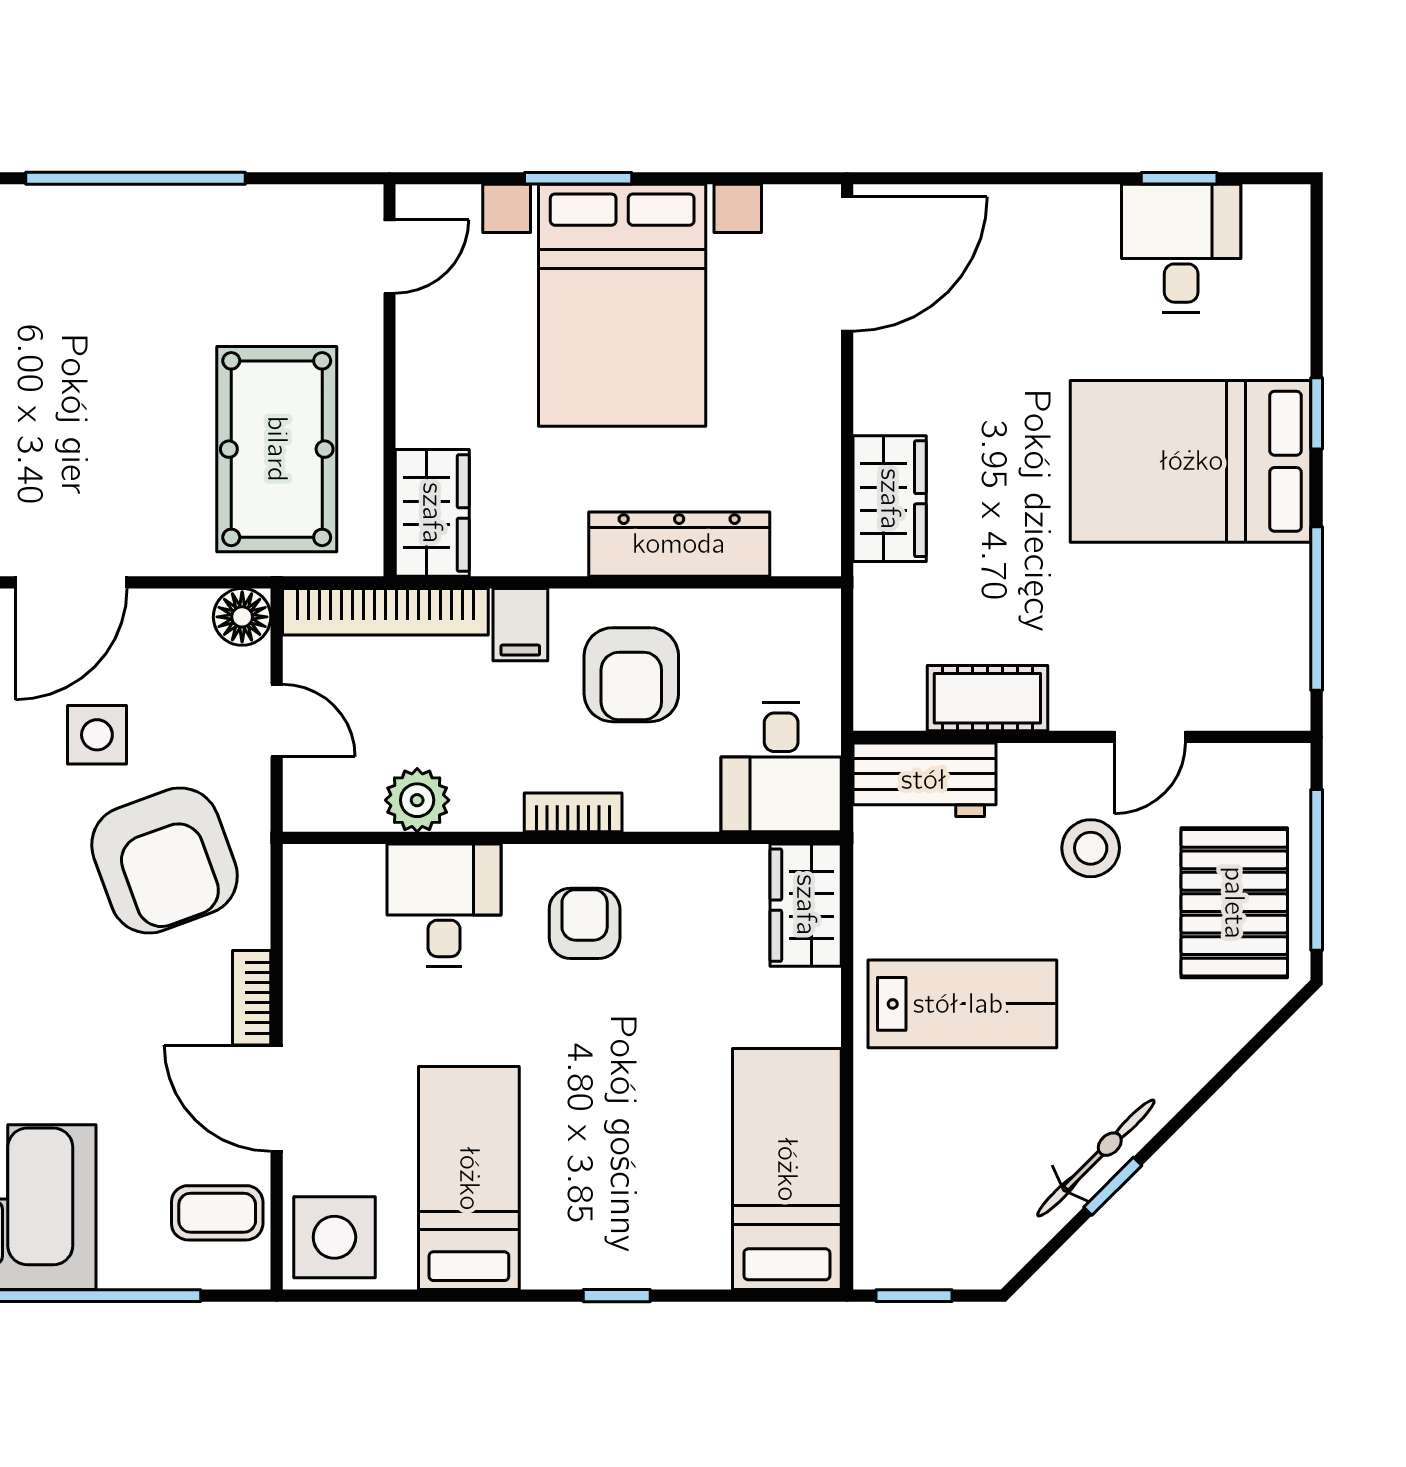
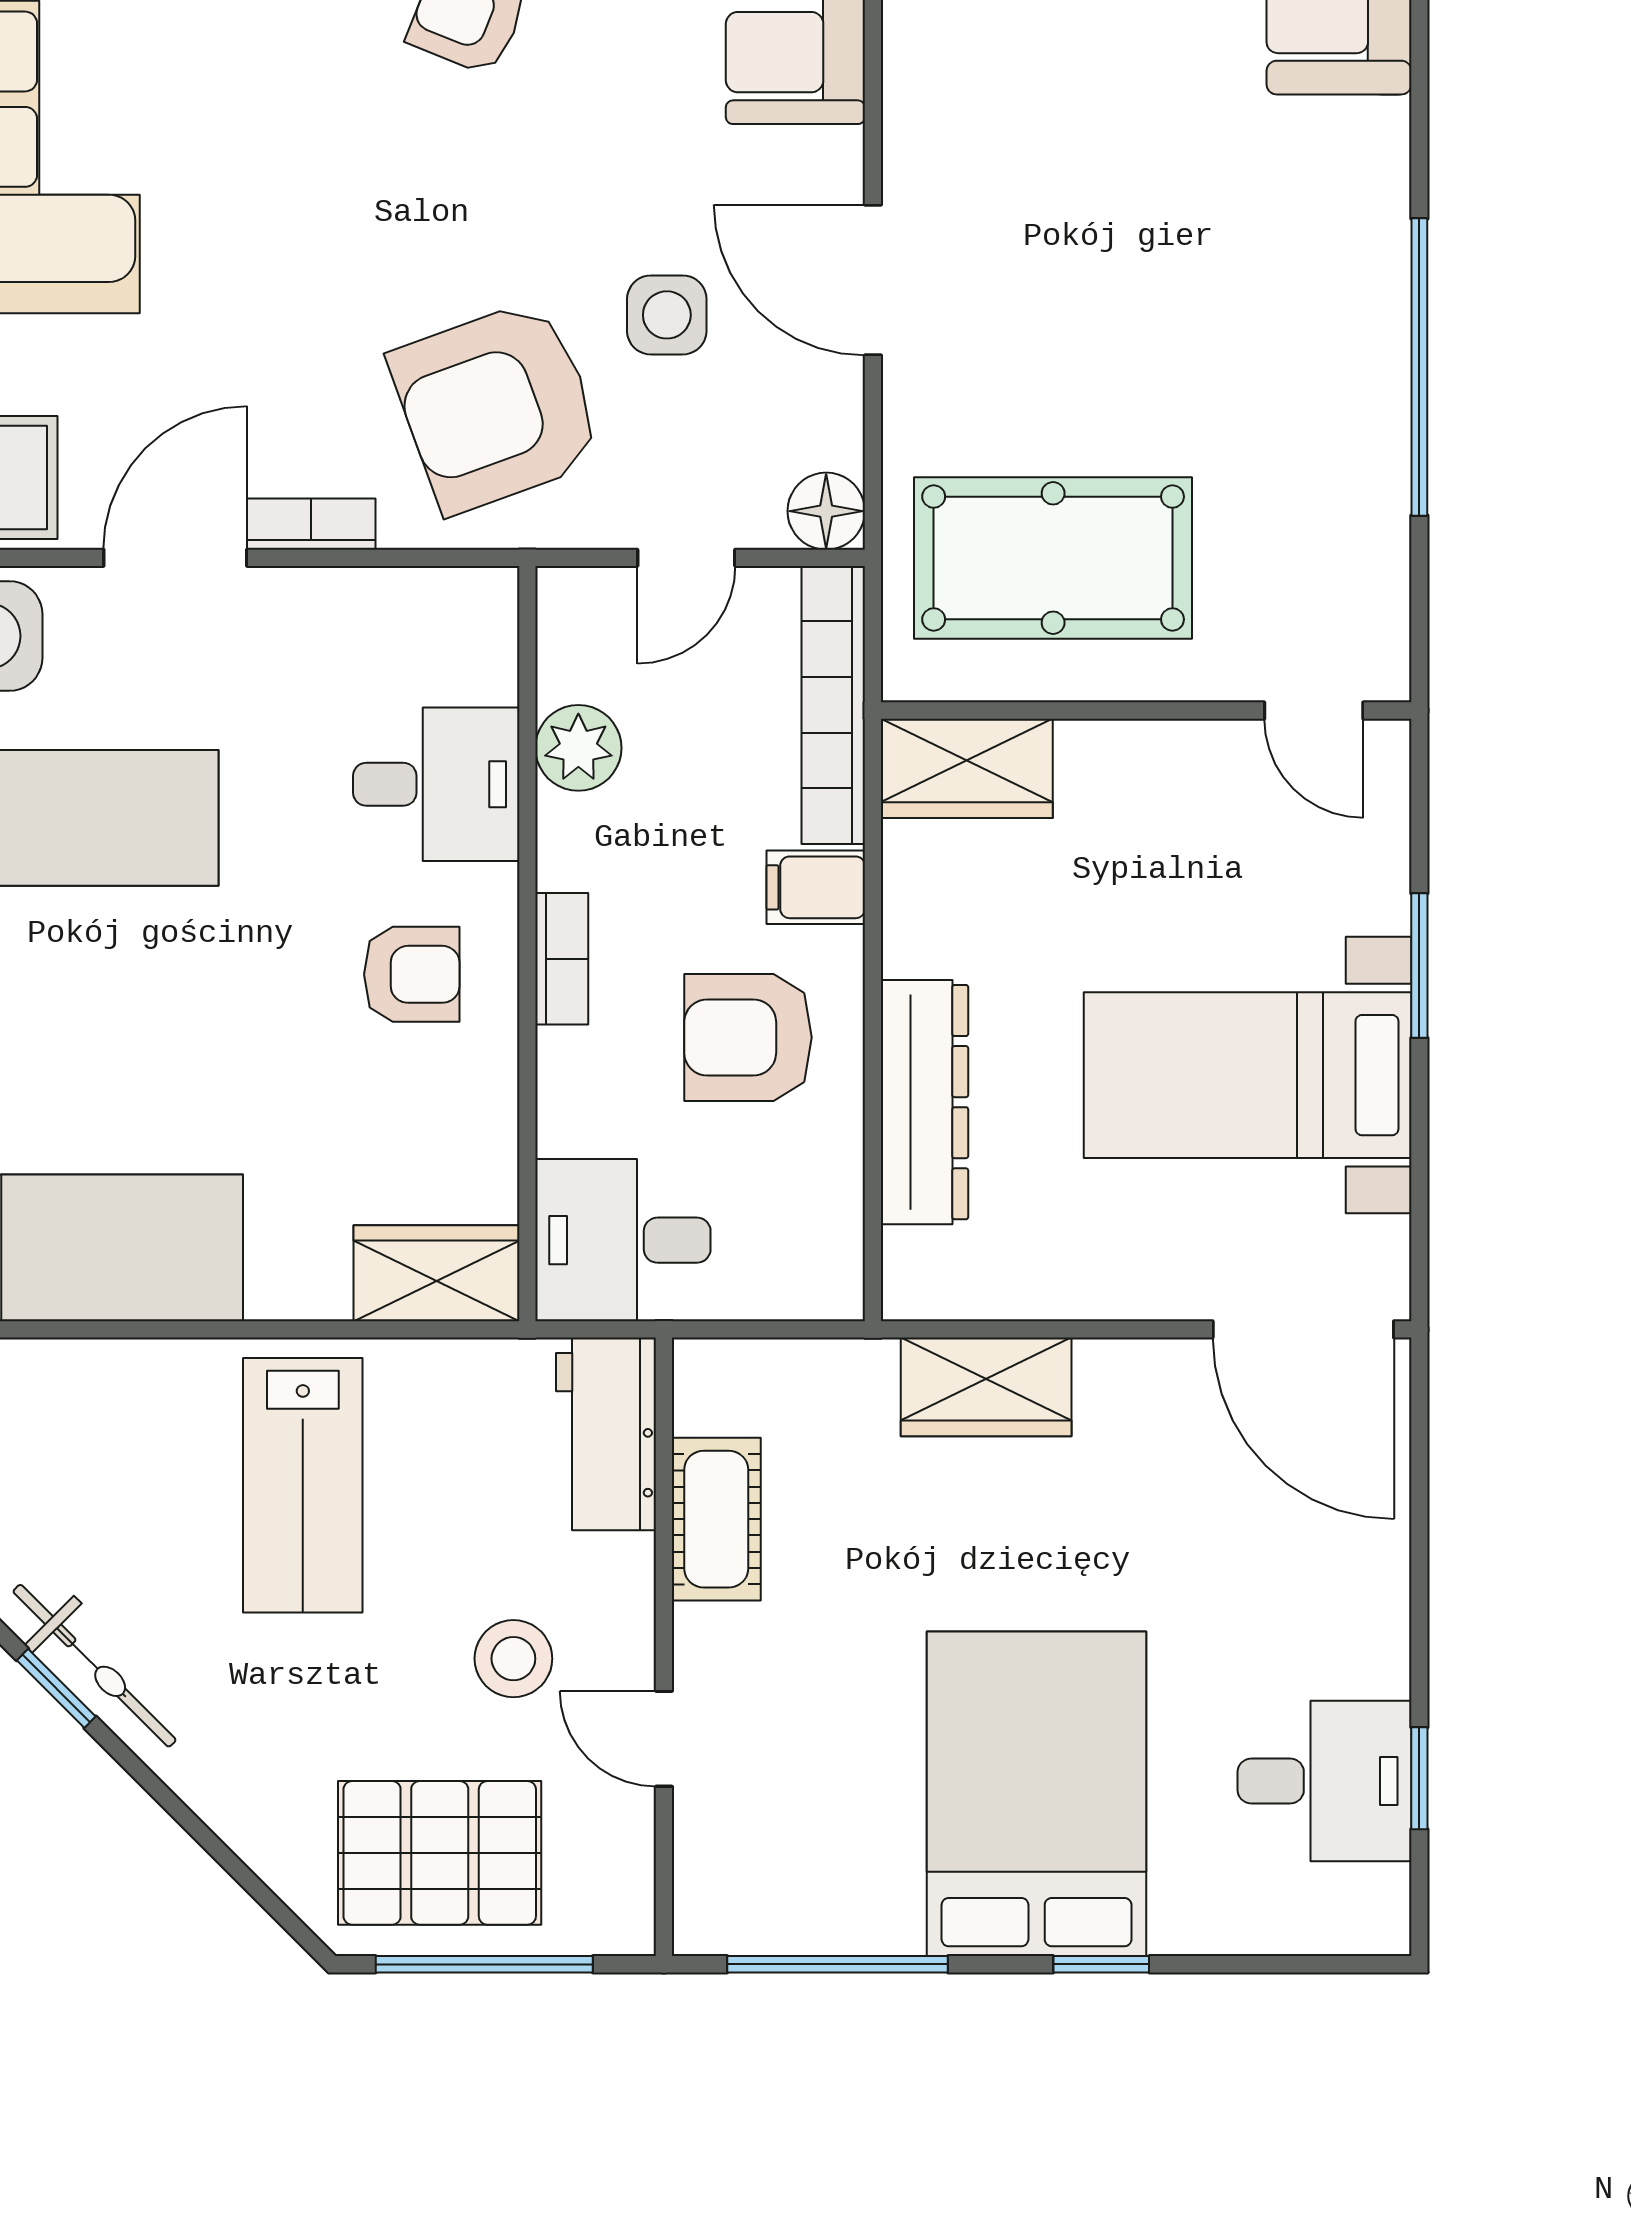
bed with nightstands: (622, 305) -> (1248, 1075), width x0.73

